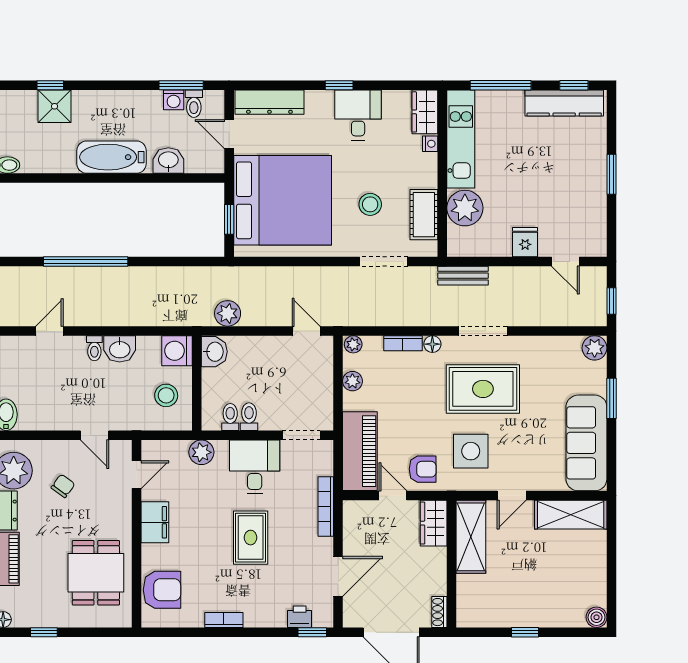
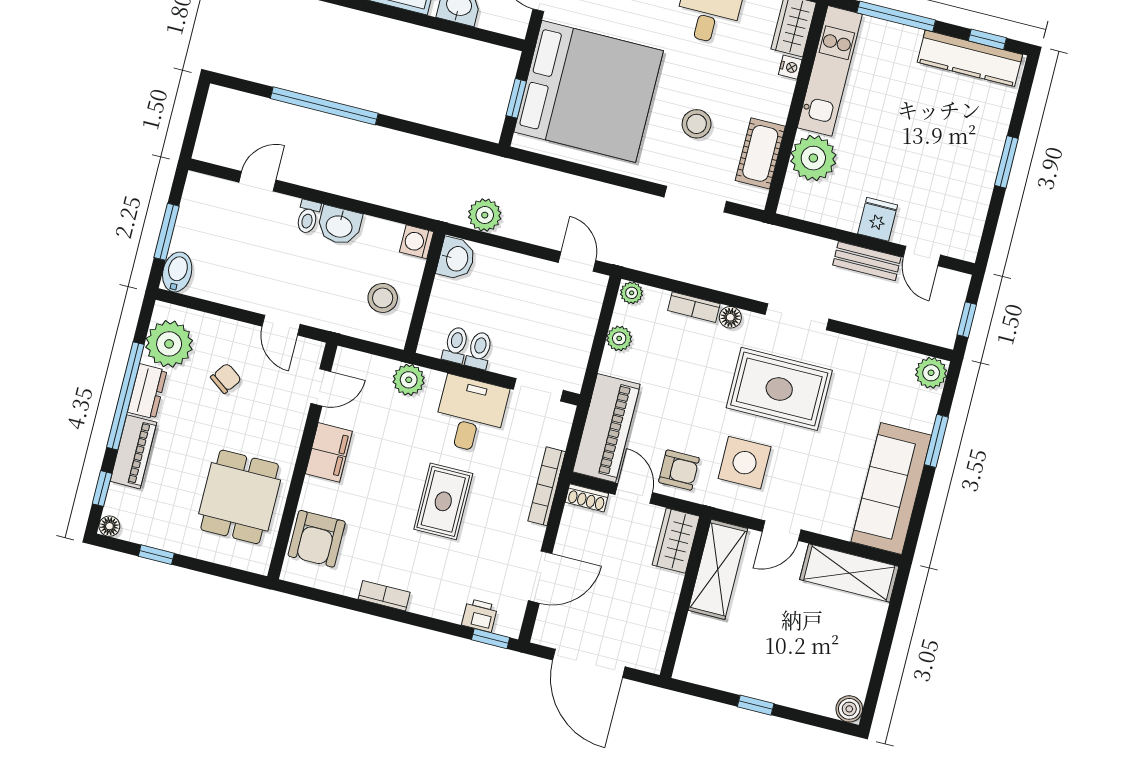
bench: (463, 276) -> (867, 261), moved
washing machine: (177, 351) -> (417, 242), width x0.73, depth x0.73
armchair: (162, 590) -> (317, 539), turned 90
shoe rack: (439, 612) -> (587, 498), moved, turned -90

